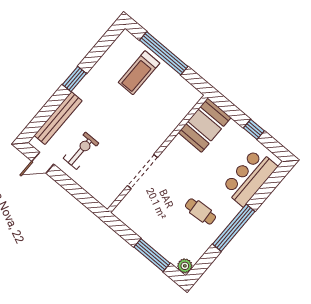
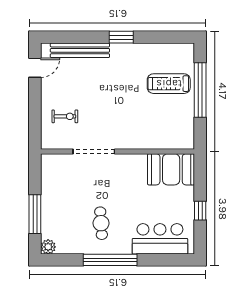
exercise bike: (81, 151) -> (65, 116), moved, width x0.73, depth x0.72
door: (43, 163) -> (35, 68), swing flipped

